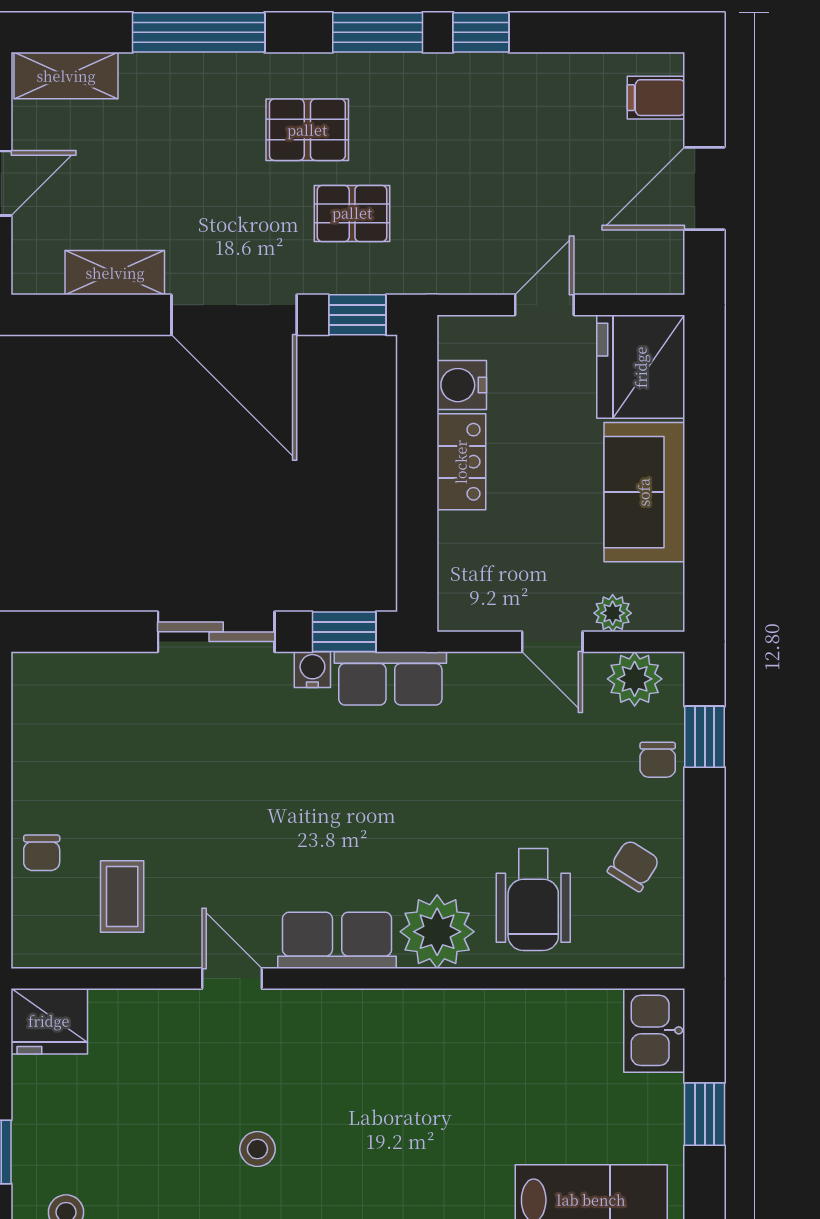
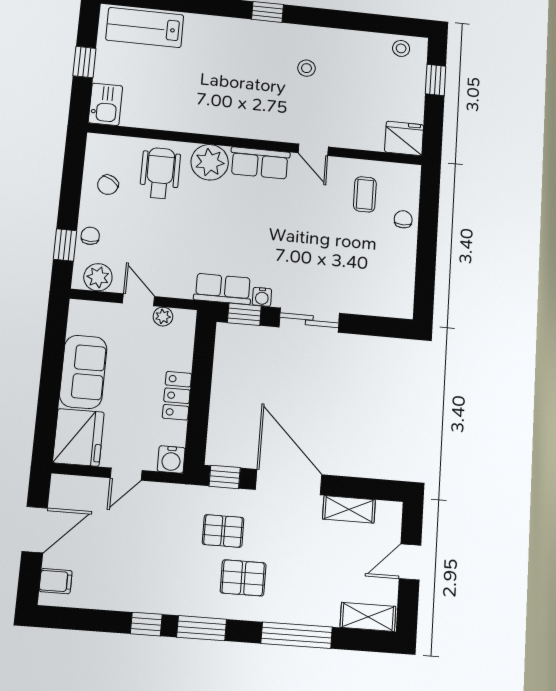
water cooler: (462, 385) -> (171, 459), moved, turned 90
plant: (613, 613) -> (163, 317), moved

